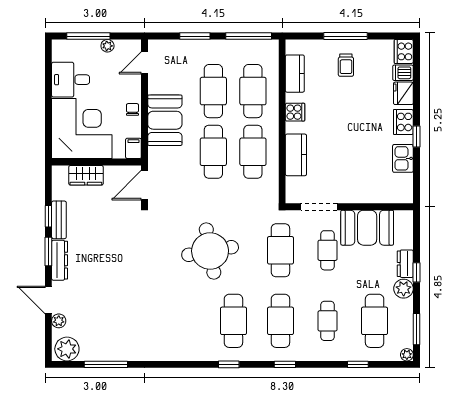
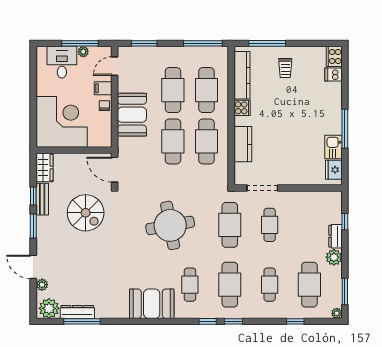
window: (88, 36) -> (80, 43), moved
window: (195, 36) -> (144, 43), moved
window: (346, 36) -> (267, 43), moved
kitchen counter: (295, 74) -> (242, 75), width x1.50
desk: (71, 80) -> (62, 62), moved, turned 90
fridge: (403, 93) -> (334, 170), moved
cooker: (403, 122) -> (334, 116), removed
window: (416, 137) -> (345, 129), width x2.17
filing cabinet: (133, 148) -> (103, 88), moved, turned -90
wardrobe: (86, 175) -> (44, 167), moved, turned -90
door: (145, 185) -> (115, 170), hinge flipped
booth: (367, 228) -> (152, 304), moved
spiral stairs: (110, 236) -> (86, 213), added
dresser: (60, 260) -> (77, 312), moved, turned -90
window: (416, 272) -> (345, 222), moved
cafe table: (233, 321) -> (190, 285), width x0.73, depth x0.74
window: (229, 364) -> (208, 321), moved

